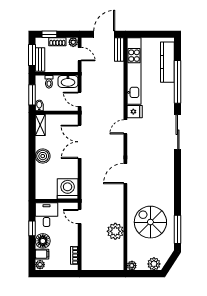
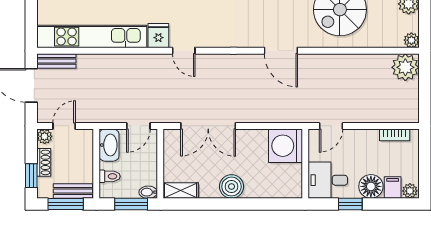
door: (125, 173) -> (281, 51), moved
plant: (115, 231) -> (405, 67), moved

